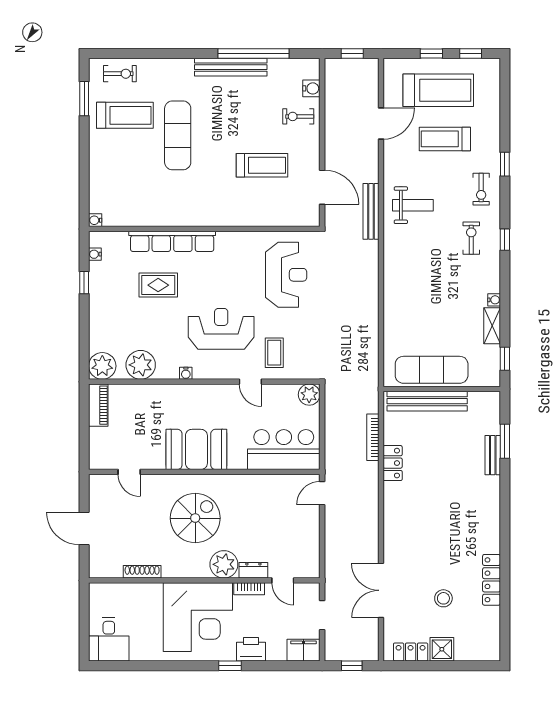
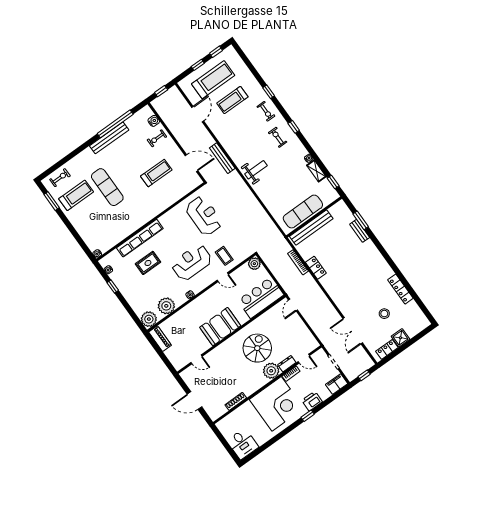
weight bench: (413, 205) -> (256, 170), moved
spiral stairs: (195, 518) -> (257, 348), moved

